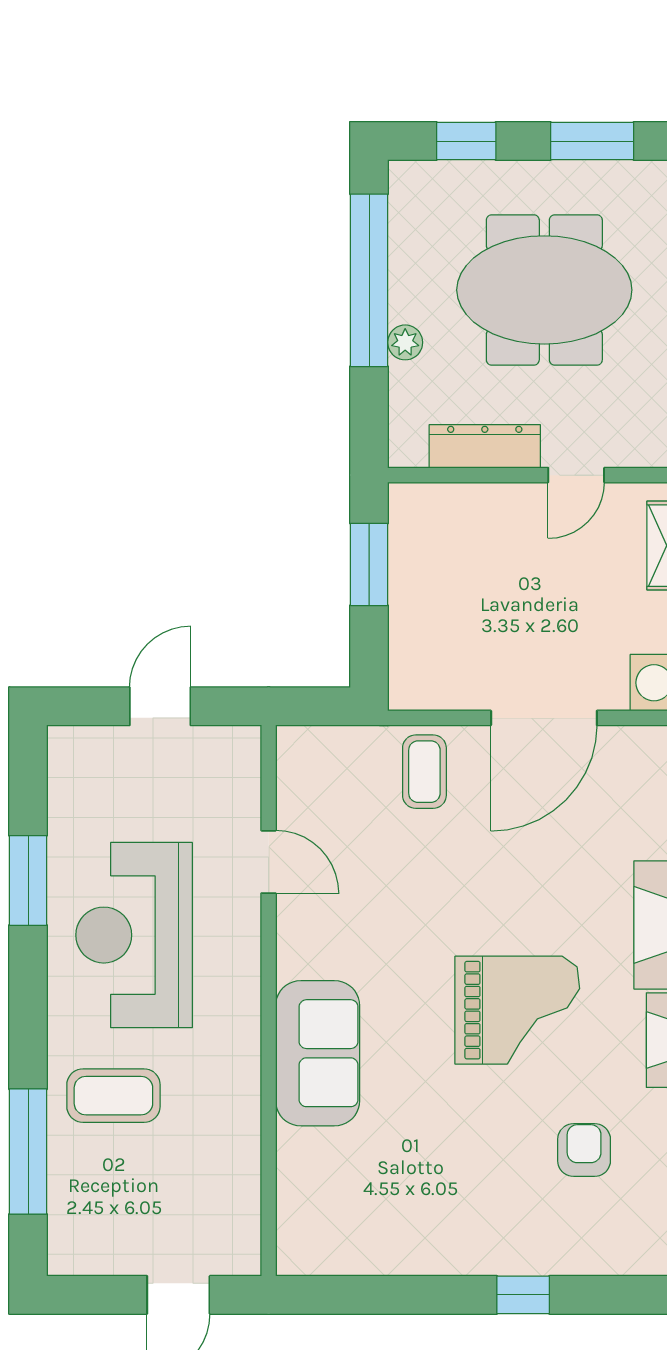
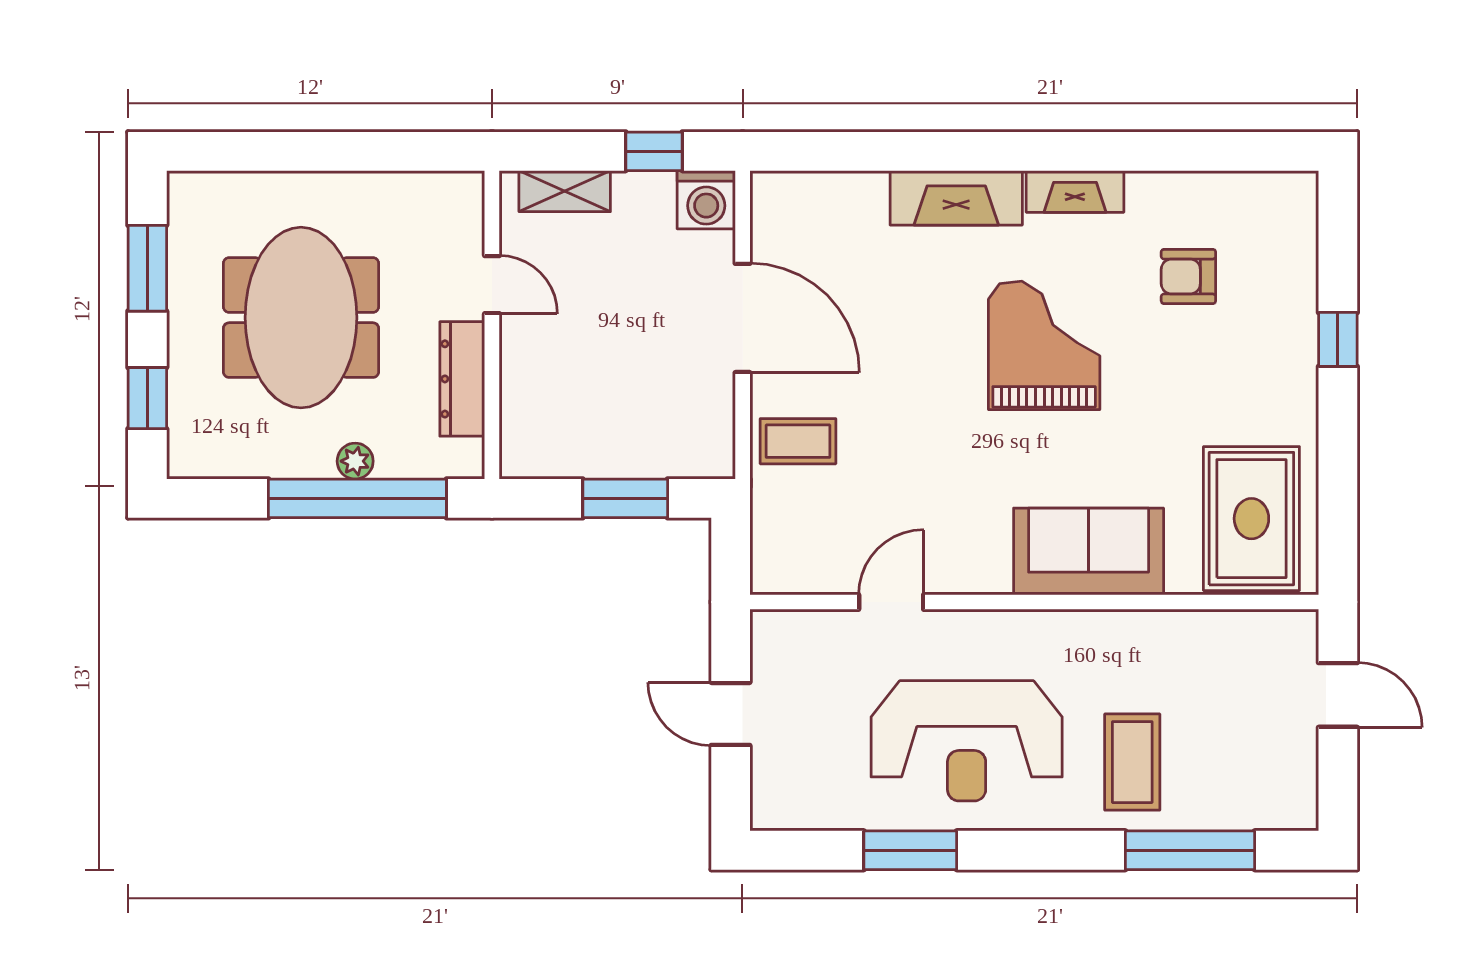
window: (369, 280) -> (357, 498), moved
window: (369, 564) -> (625, 498), moved
rug: (349, 1211) -> (1251, 519), added

